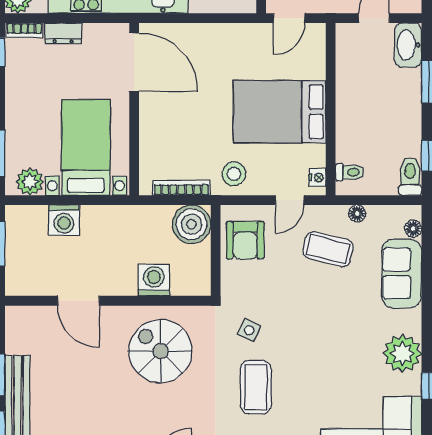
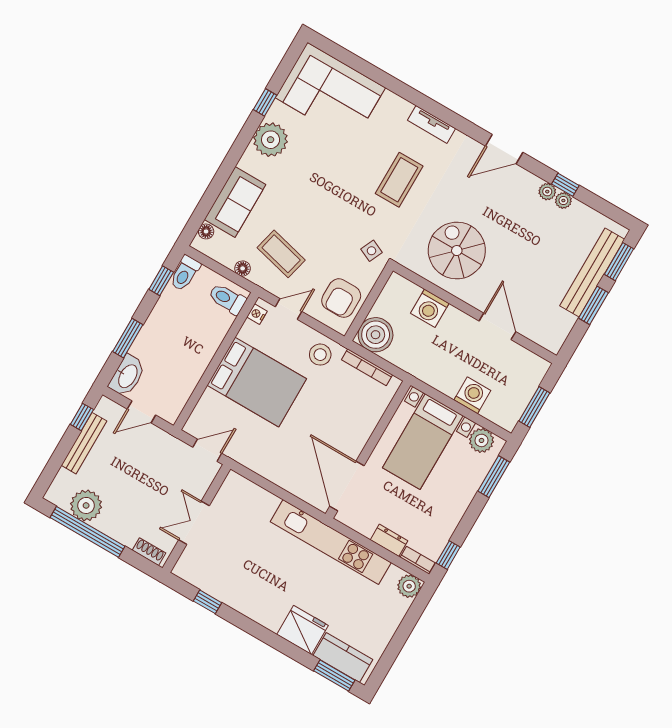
toilet: (349, 172) -> (227, 299), width x1.37, depth x1.39
armchair: (245, 240) -> (341, 298), turned 180
side table: (249, 330) -> (372, 251), moved
spiral stairs: (160, 351) -> (457, 251), turned 180

